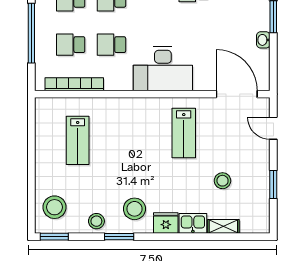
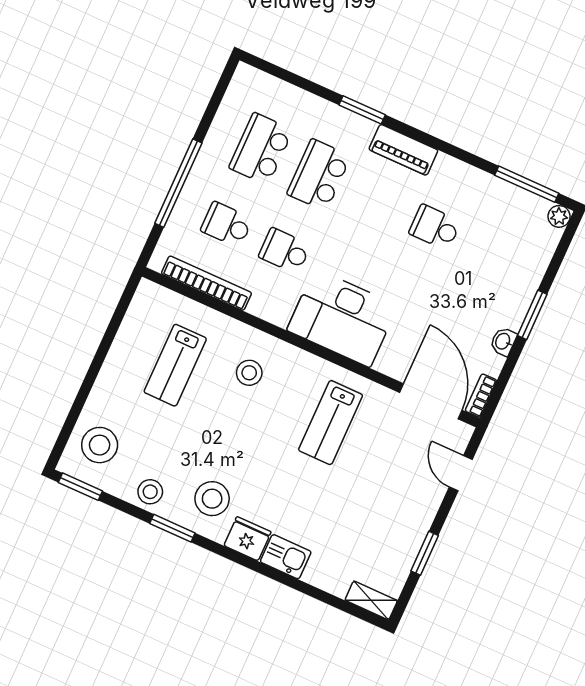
bookcase: (265, 77) -> (481, 396), added
stool: (222, 181) -> (249, 373), moved
shelving: (223, 226) -> (371, 600), moved

